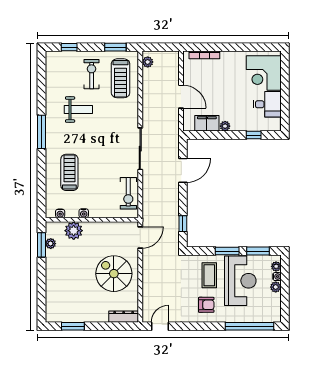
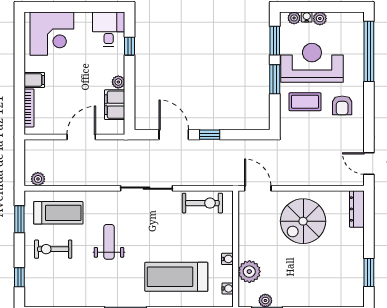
filing cabinet: (227, 59) -> (34, 80), added
desk: (267, 104) -> (109, 29), moved
weight bench: (78, 109) -> (109, 242), moved
treadmill: (69, 172) -> (176, 277), width x1.37, depth x1.38
window: (183, 224) -> (210, 135), moved
armchair: (206, 305) -> (342, 105), turned 180

